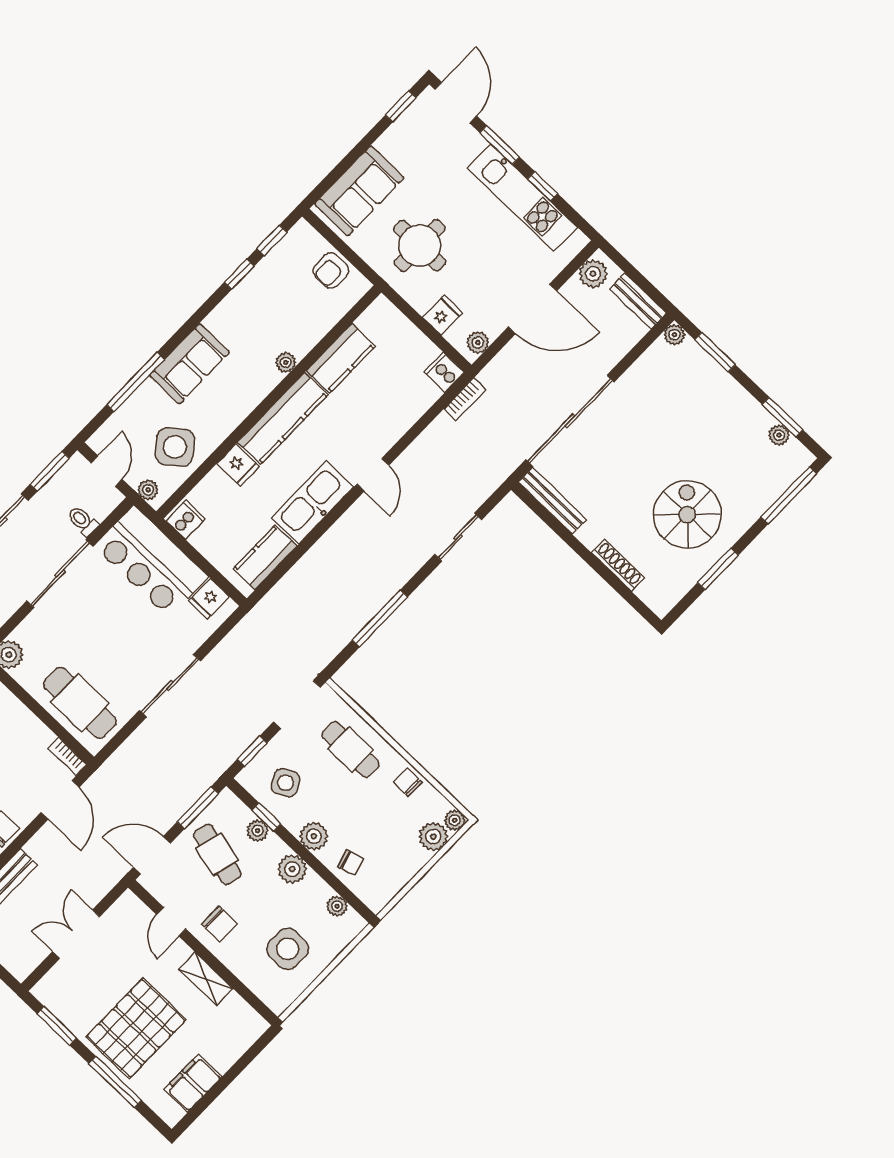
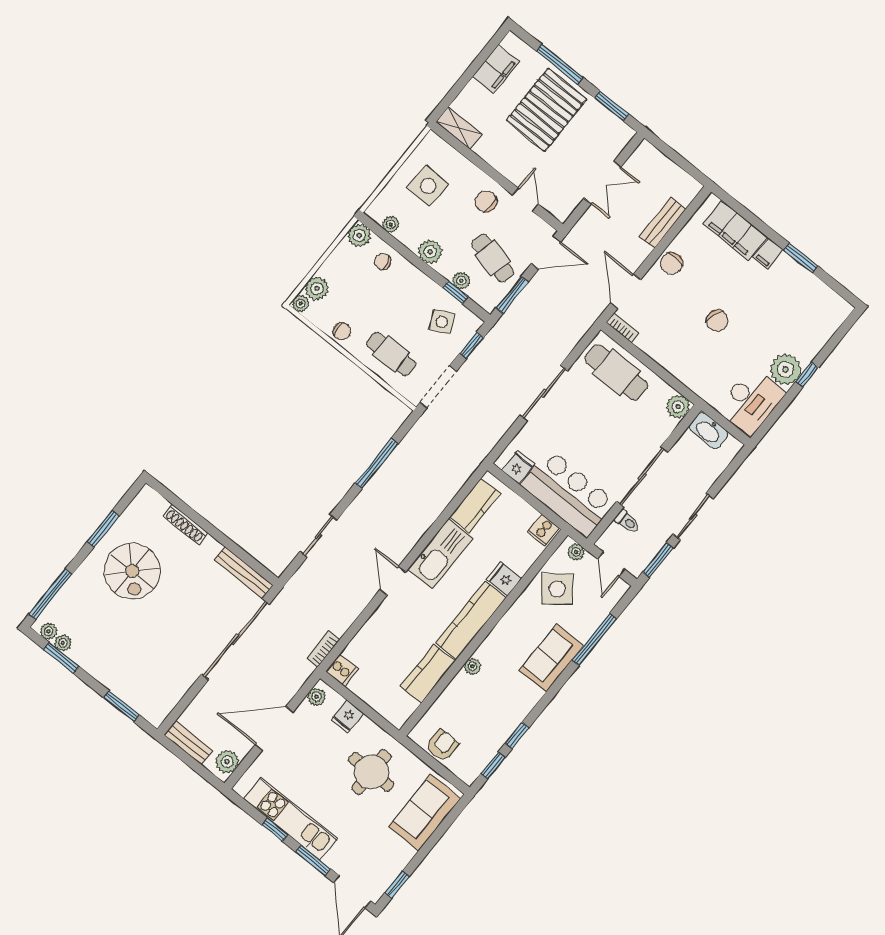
plant: (674, 335) -> (48, 631), moved
plant: (314, 836) -> (359, 235), moved
shelving: (206, 979) -> (459, 128), moved

